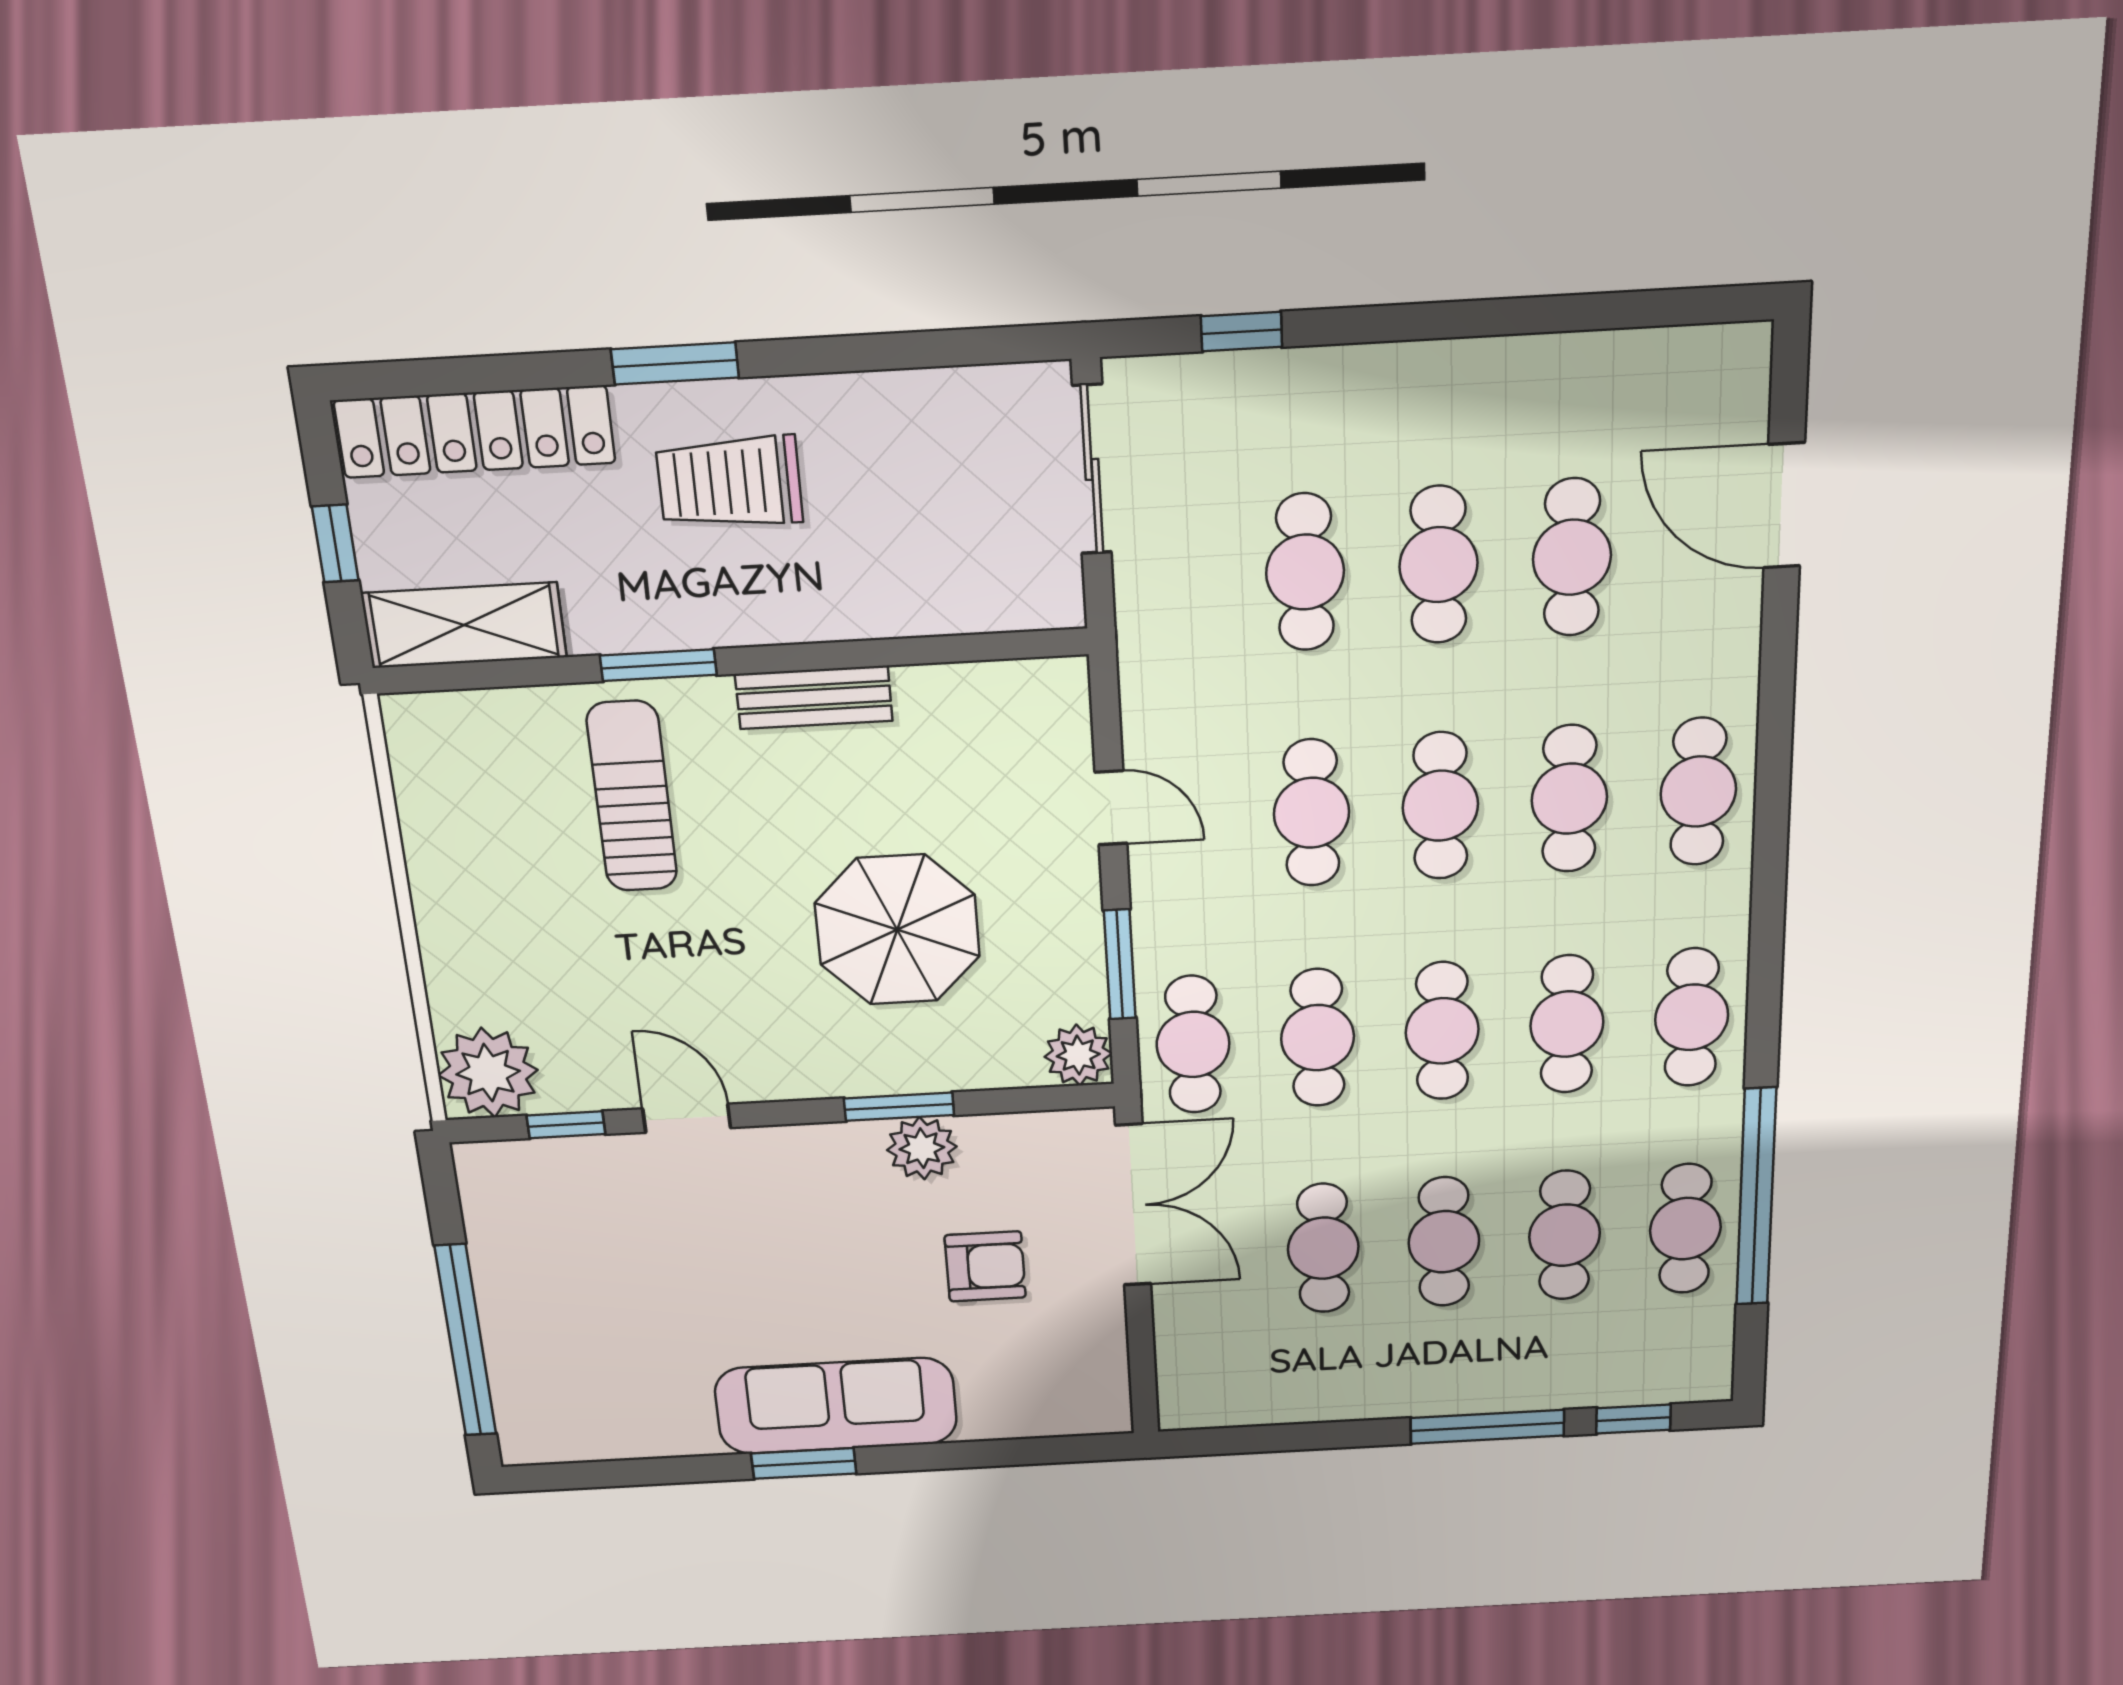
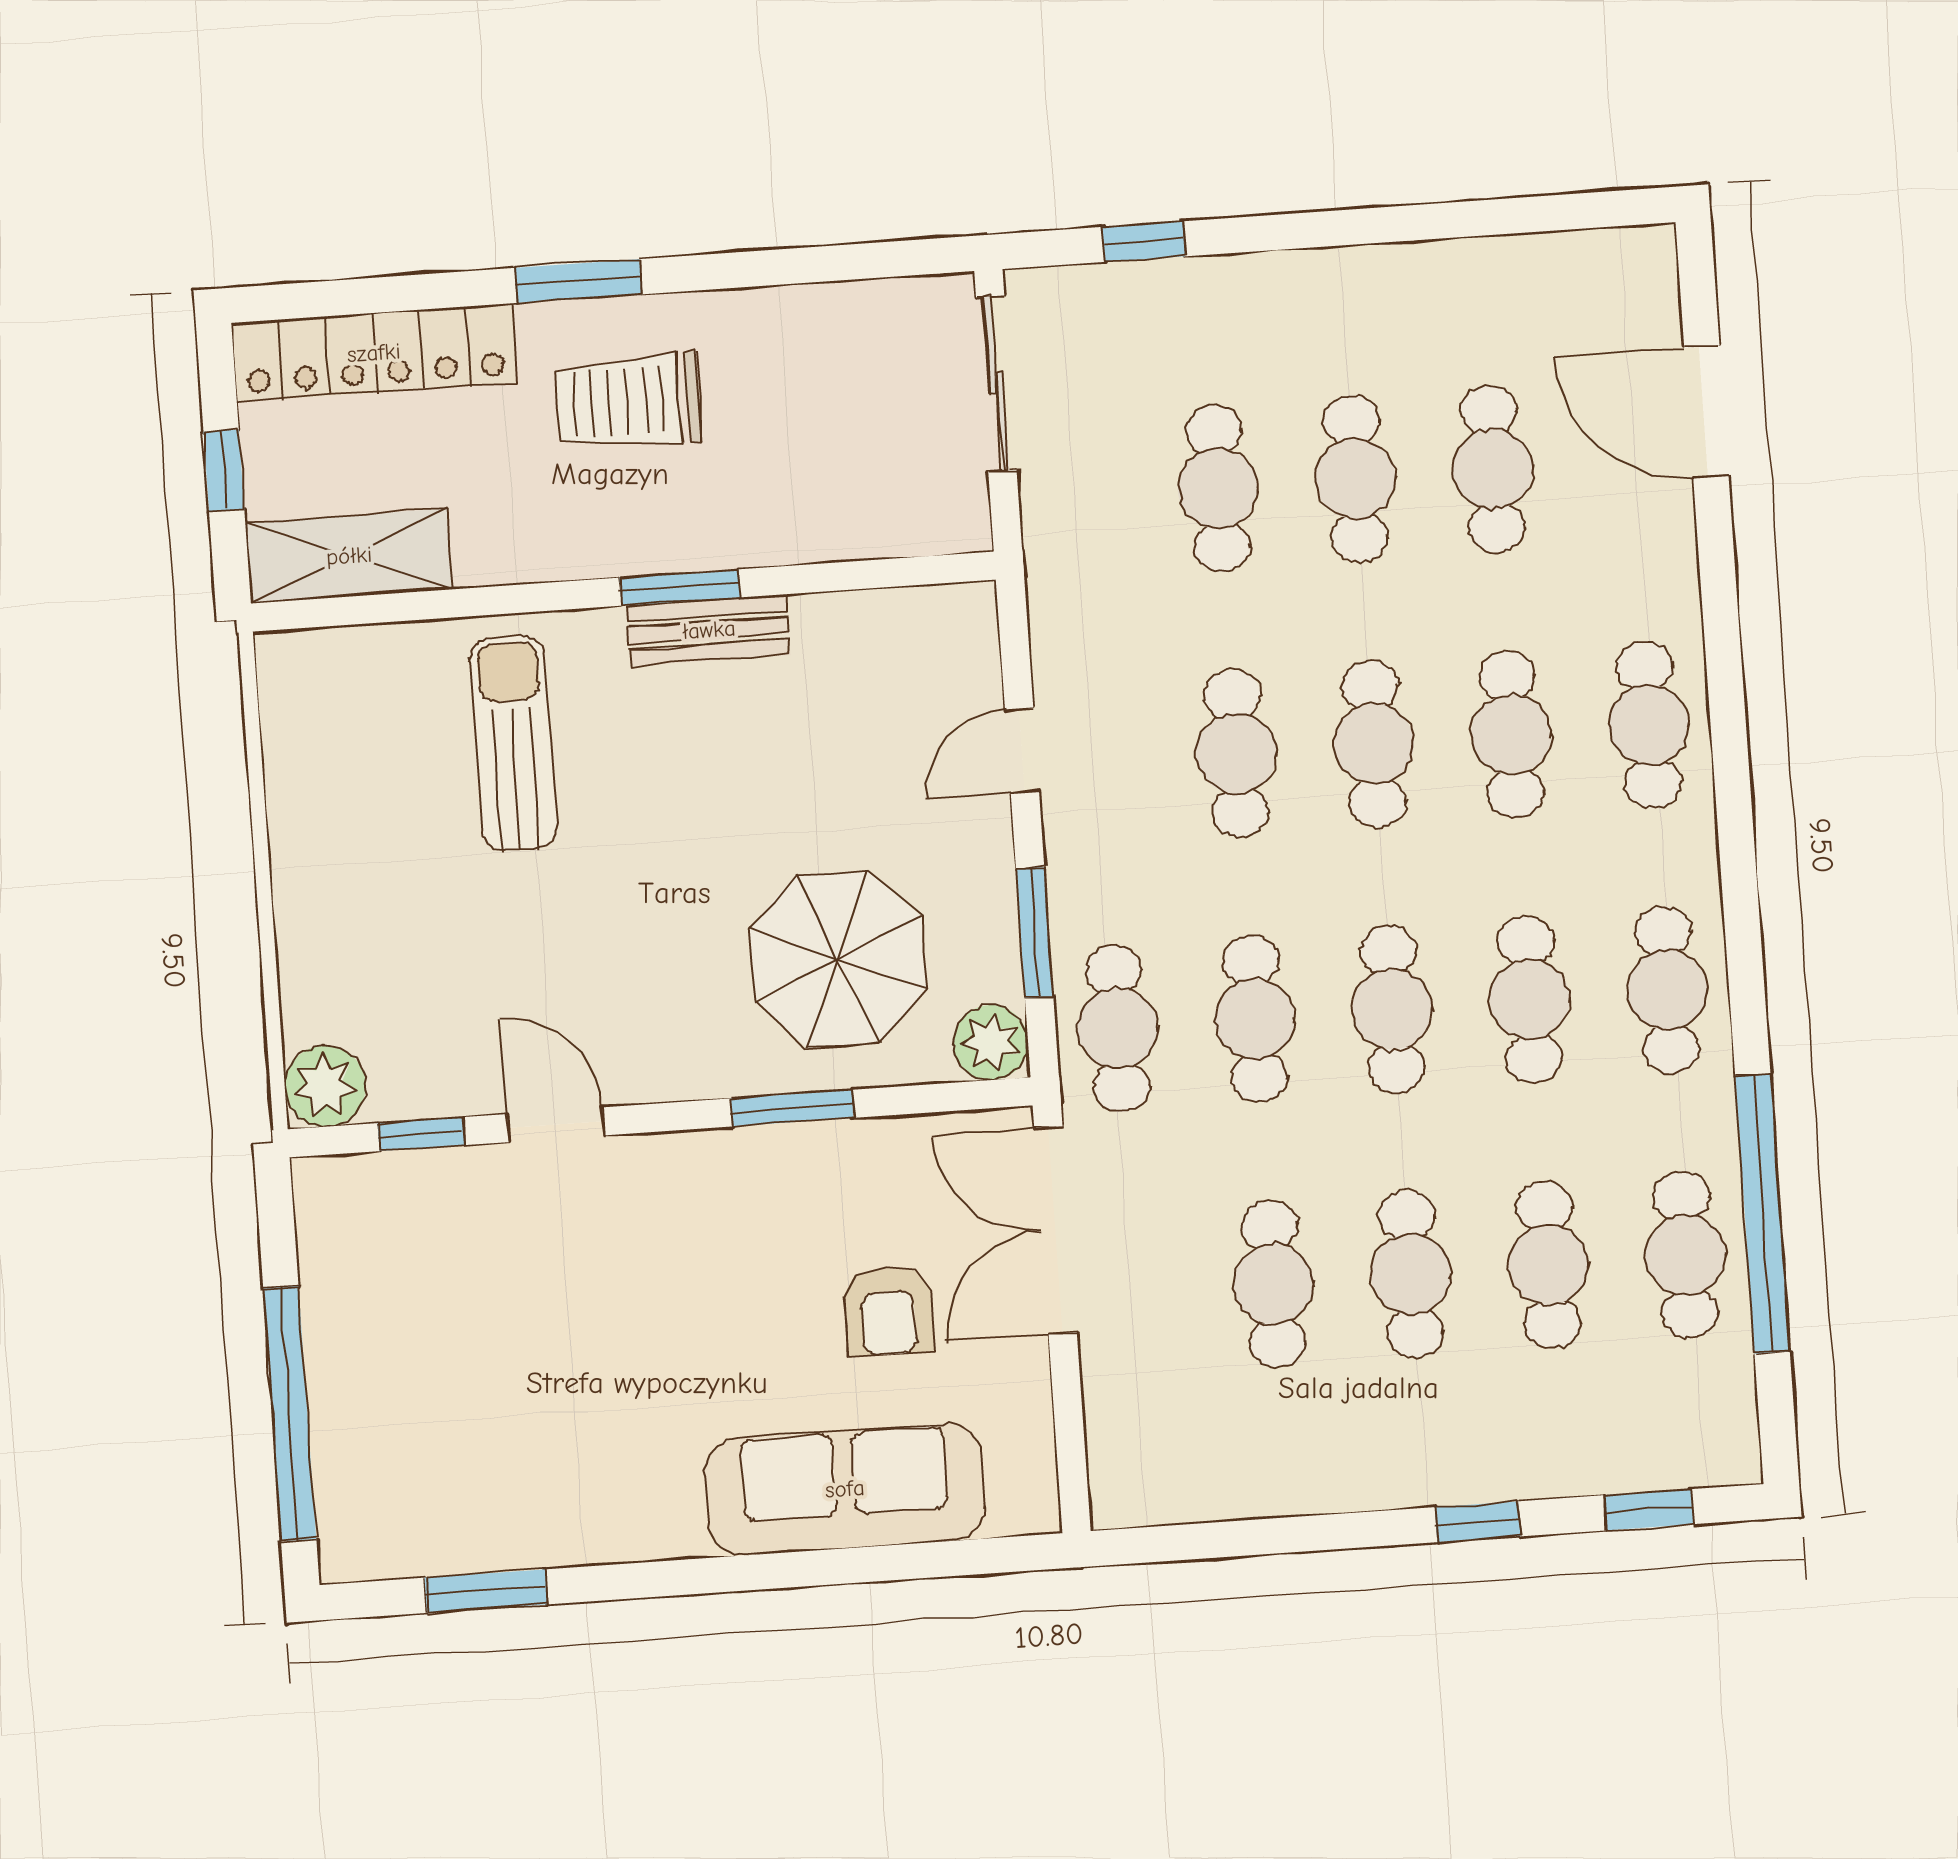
window: (658, 665) -> (680, 588), moved
door: (1111, 808) -> (1022, 750), swing flipped
parasol: (897, 930) -> (838, 959), moved
plant: (488, 1073) -> (325, 1086), width x0.73, depth x0.73
plant: (922, 1148) -> (817, 1160), removed
double door: (1133, 1205) -> (1056, 1230), swing flipped
armchair: (985, 1266) -> (888, 1311), turned 90
sofa: (836, 1406) -> (845, 1489), moved
window: (1487, 1427) -> (1478, 1522), width x0.46
window: (804, 1463) -> (486, 1591), moved

